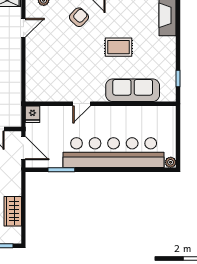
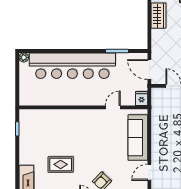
rug: (118, 47) -> (61, 164), moved
sofa: (133, 90) -> (138, 138), moved, turned 90
door: (82, 104) -> (113, 107), moved

